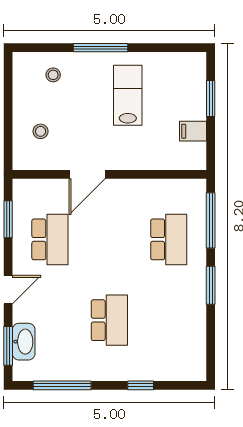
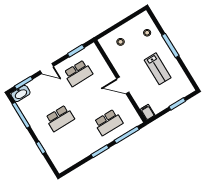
lab bench: (128, 95) -> (158, 69), turned 90
filing cabinet: (193, 131) -> (147, 112), moved
door: (87, 174) -> (123, 85), moved
washbasin: (24, 342) -> (21, 93), moved

